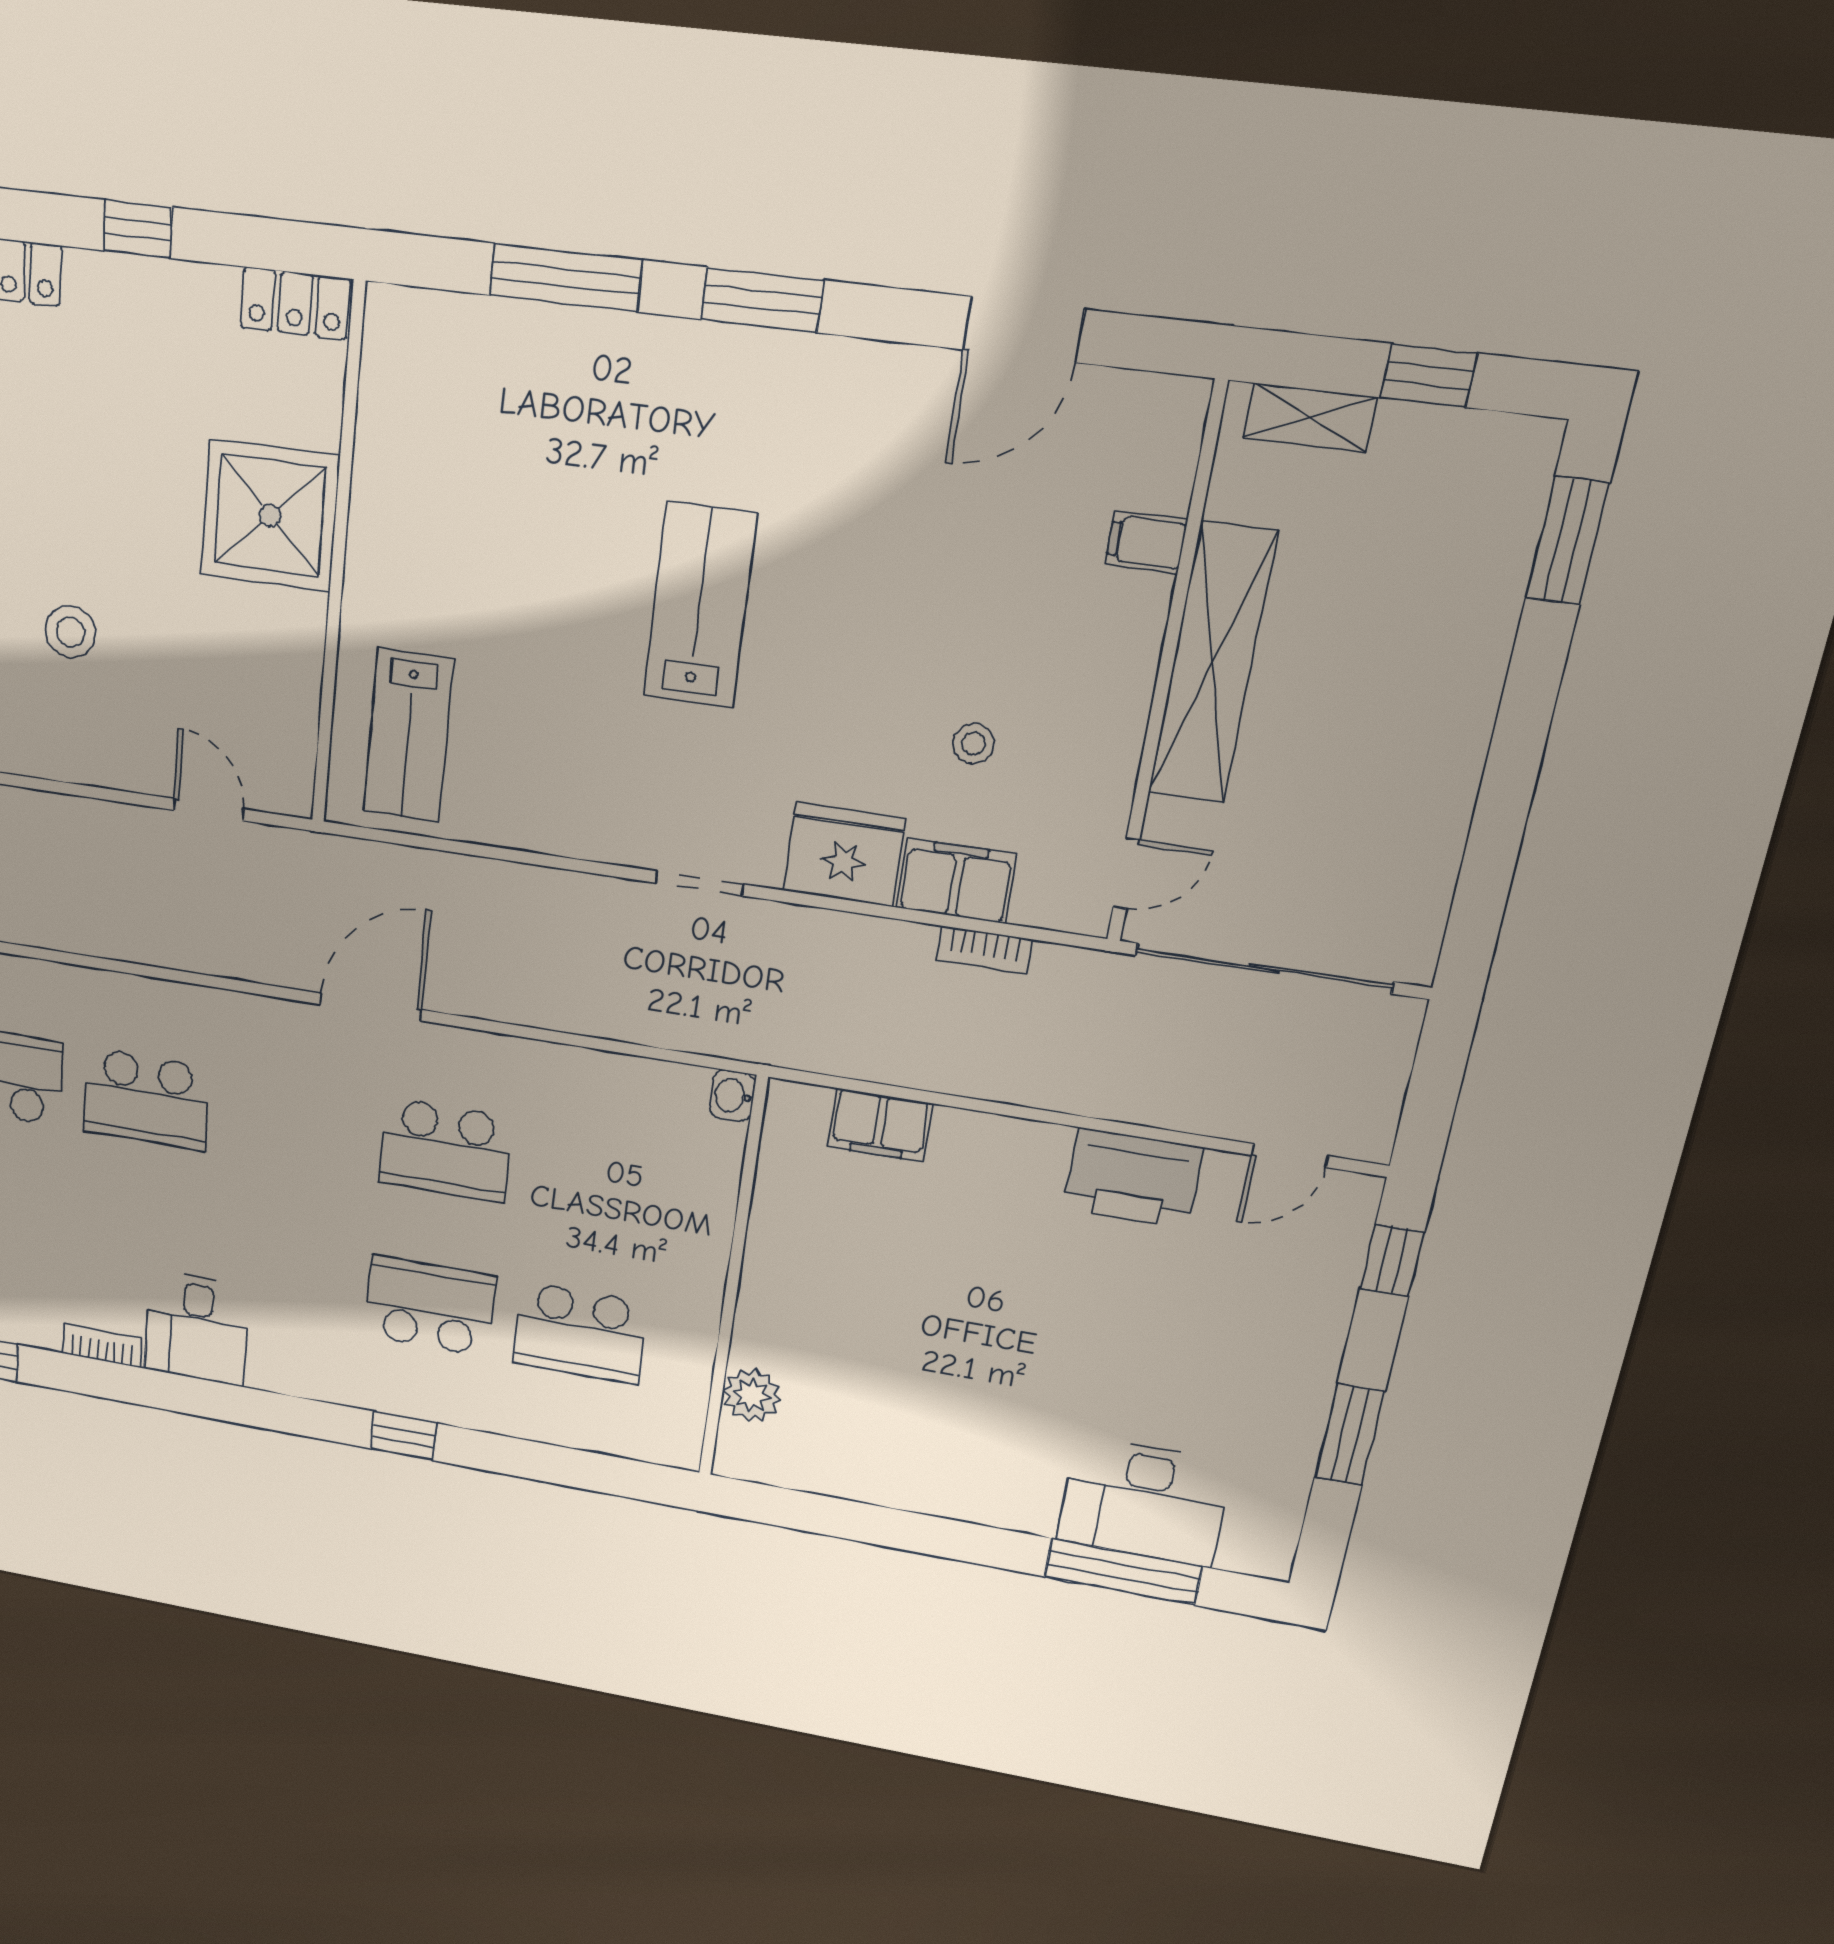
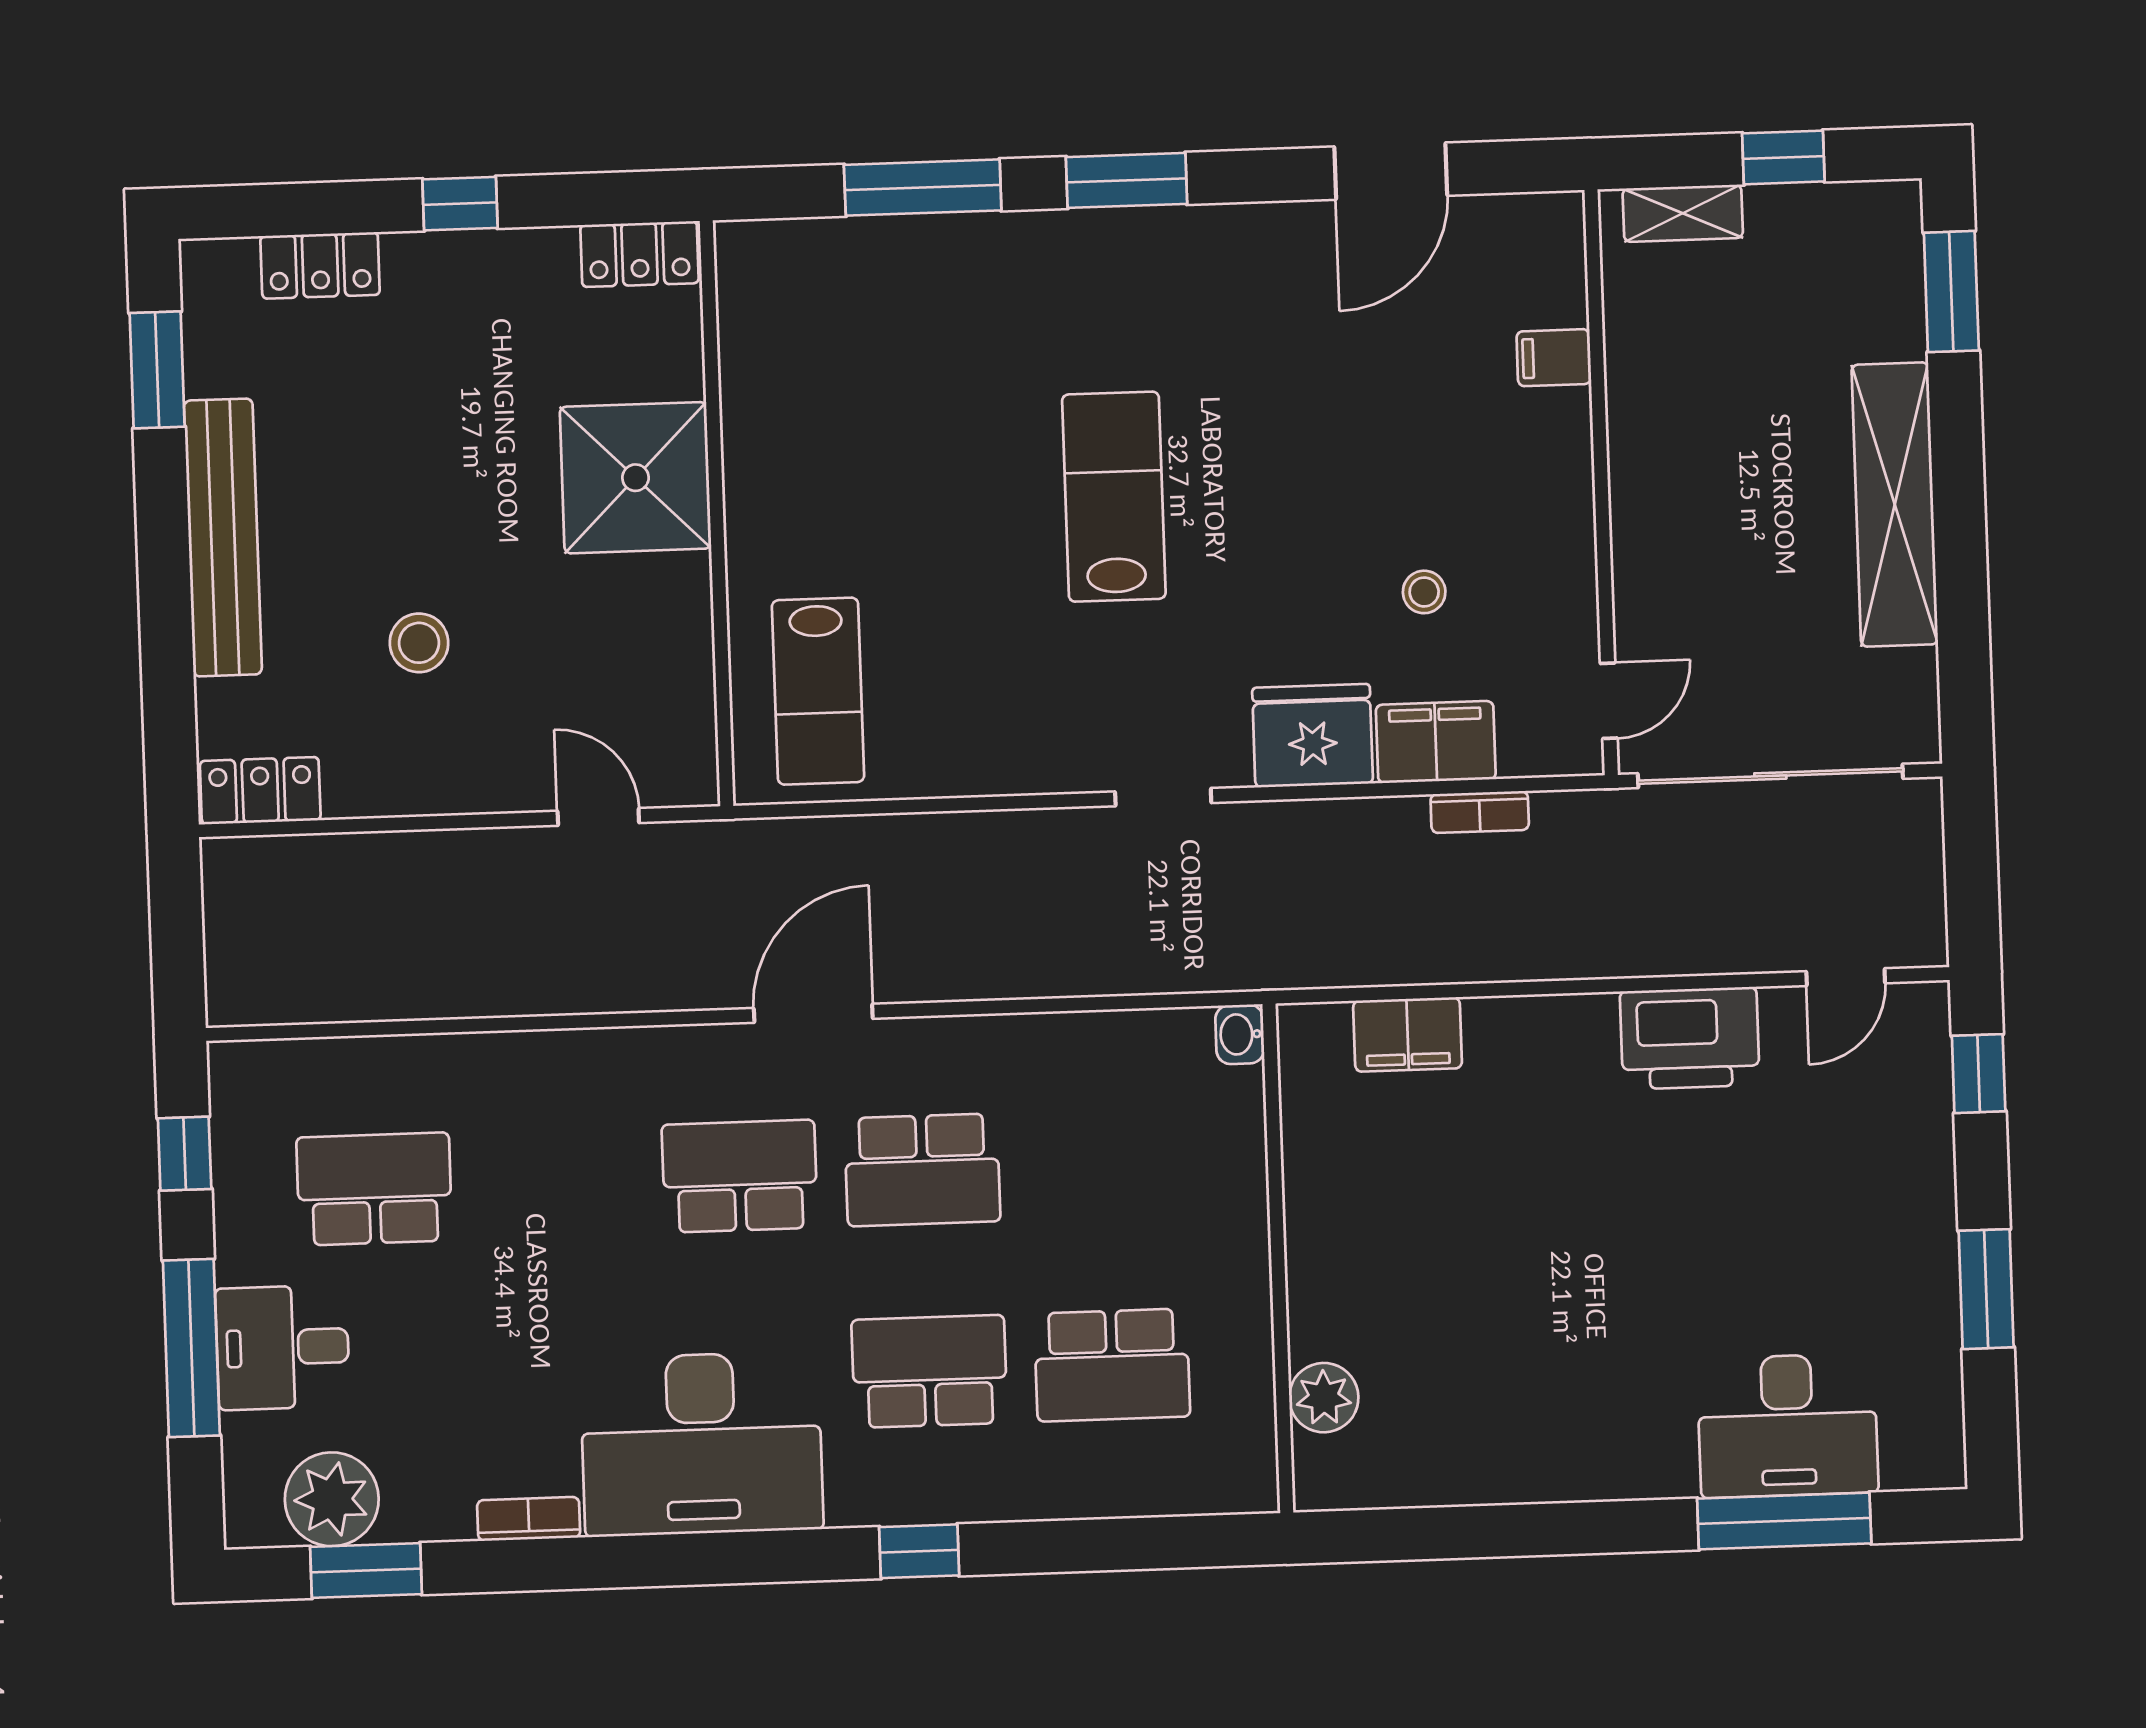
shelving: (1212, 663) -> (1895, 505), moved
school desk: (147, 1099) -> (740, 1176), moved, turned 180
desk: (197, 1328) -> (702, 1444), width x1.87, depth x1.30

